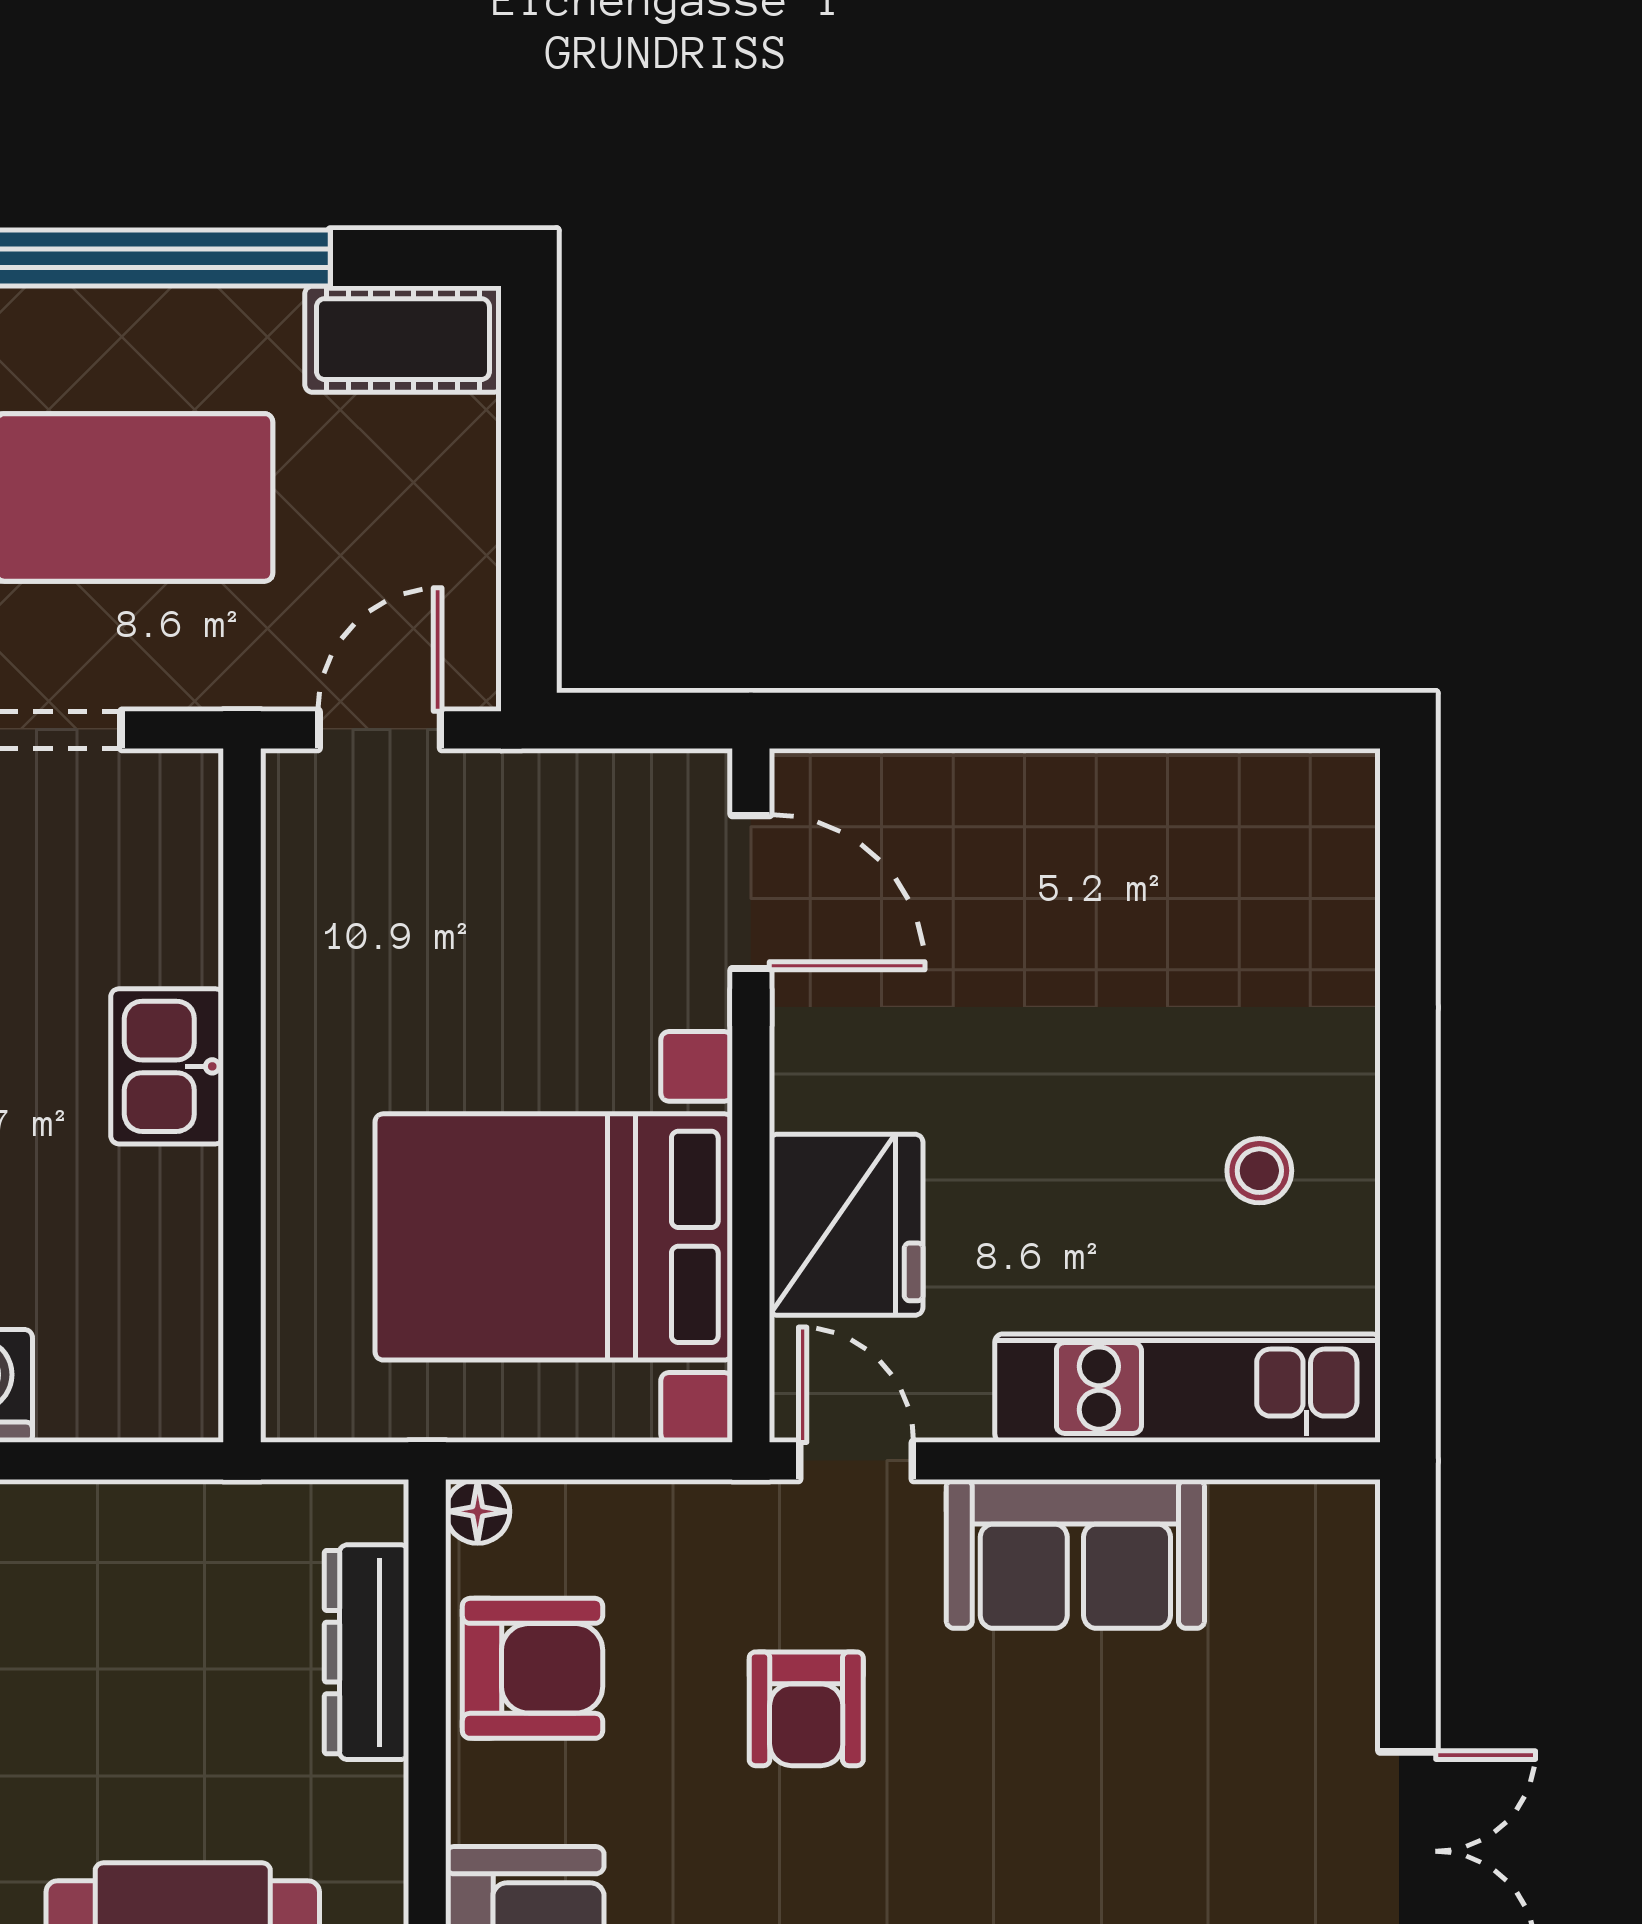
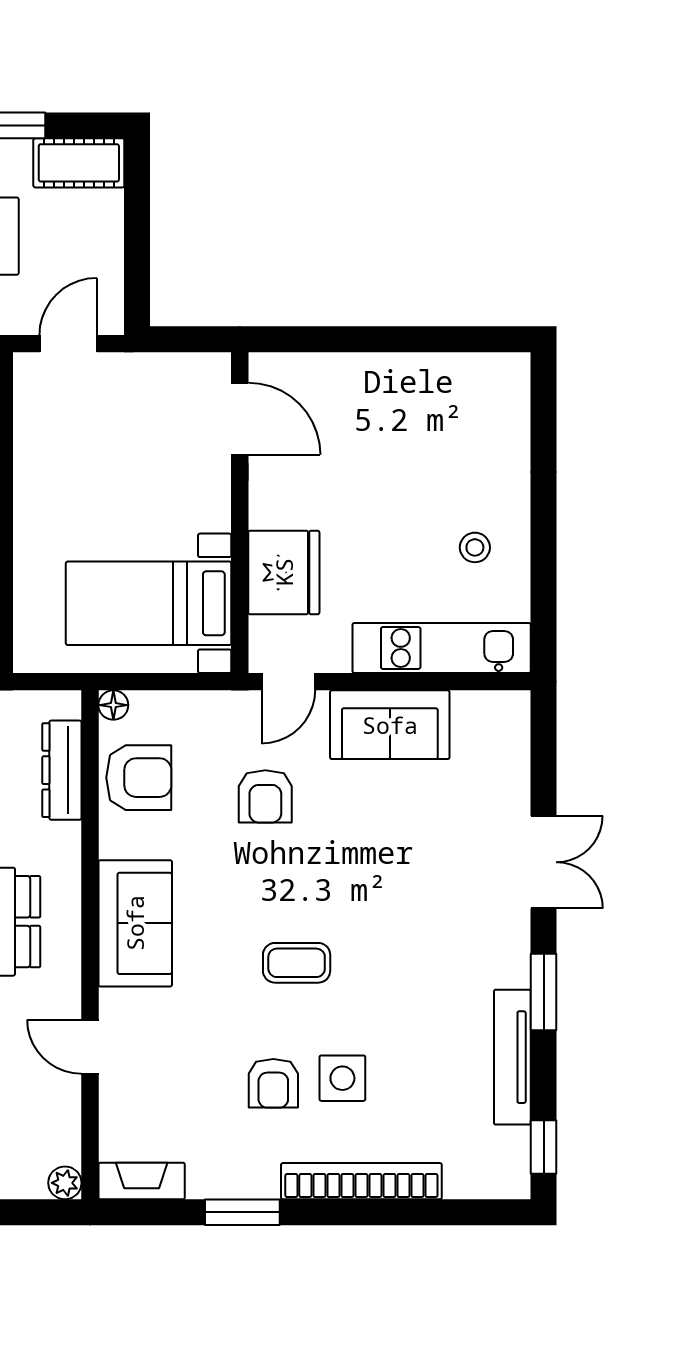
bed with nightstands: (554, 1237) -> (149, 603), width x0.73
door: (856, 1461) -> (288, 682), swing flipped

